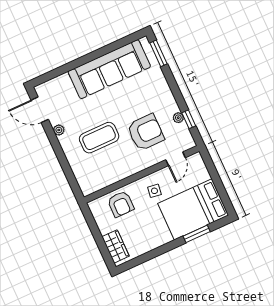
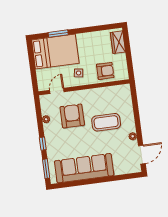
door: (40, 110) -> (142, 155), hinge flipped
window: (189, 119) -> (43, 144), moved
armchair: (146, 132) -> (72, 116), turned 90
armchair: (121, 204) -> (105, 71), turned 90

